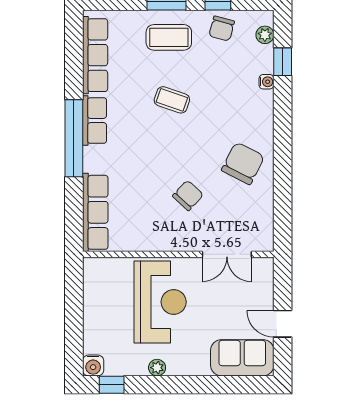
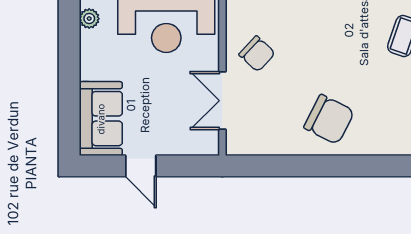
chair: (188, 195) -> (257, 54), moved
door: (283, 324) -> (141, 166), swing flipped

